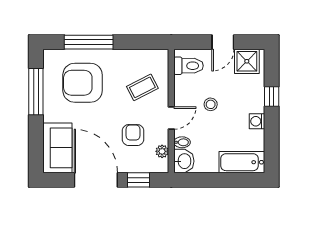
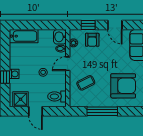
window: (89, 42) -> (102, 111), moved
door: (223, 42) -> (35, 111), swing flipped
washing machine: (257, 121) -> (14, 74), moved
armchair: (133, 135) -> (92, 40), moved
door: (96, 180) -> (115, 25), width x0.53

